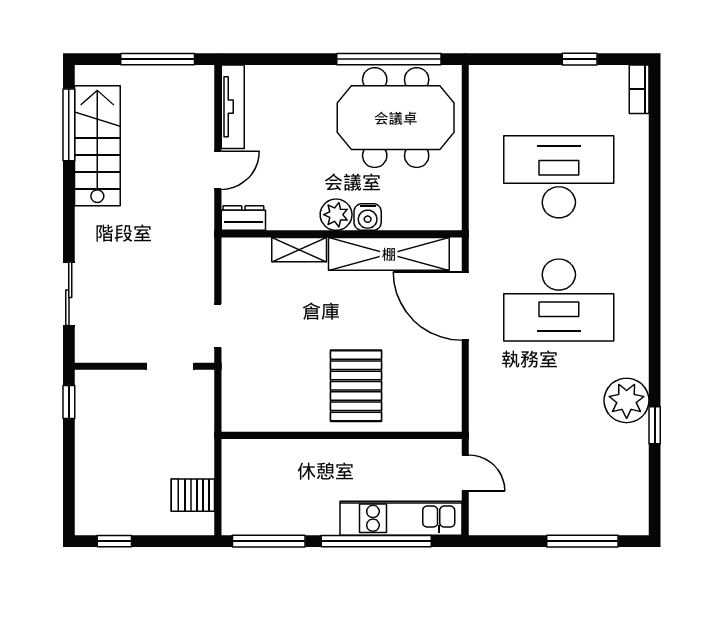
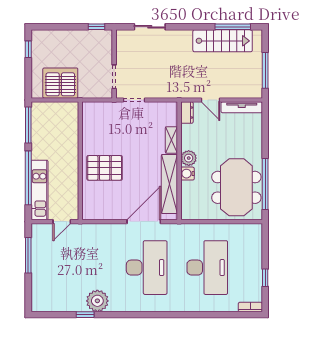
desk: (559, 300) -> (147, 268), turned 180
server rack: (193, 495) -> (60, 83), width x2.18, depth x1.44
window: (582, 541) -> (28, 255), moved

